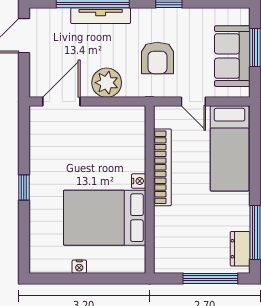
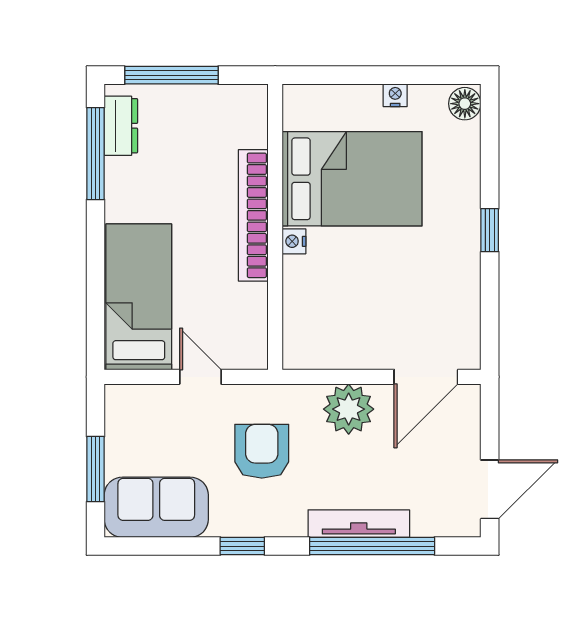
sofa: (232, 56) -> (156, 507), moved, turned -90
bookcase: (162, 167) -> (253, 215), moved
floor lamp: (38, 262) -> (465, 104), added

